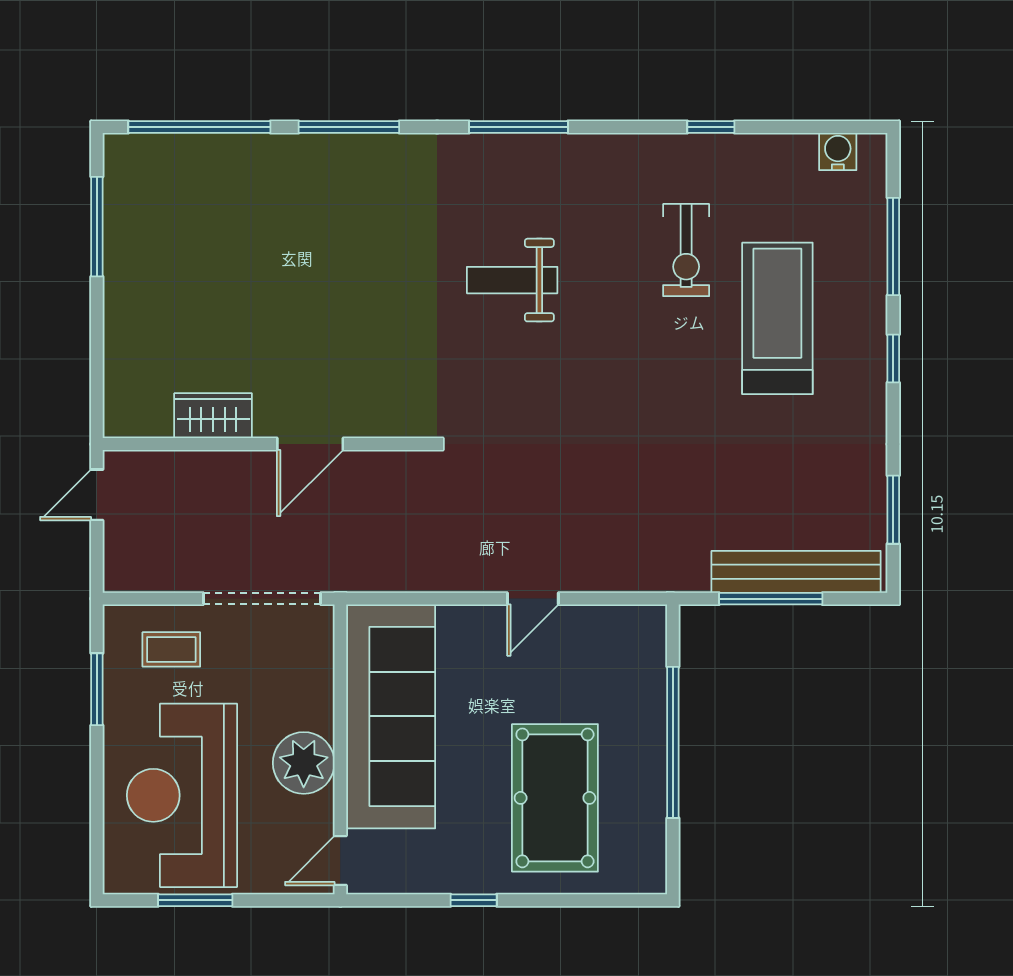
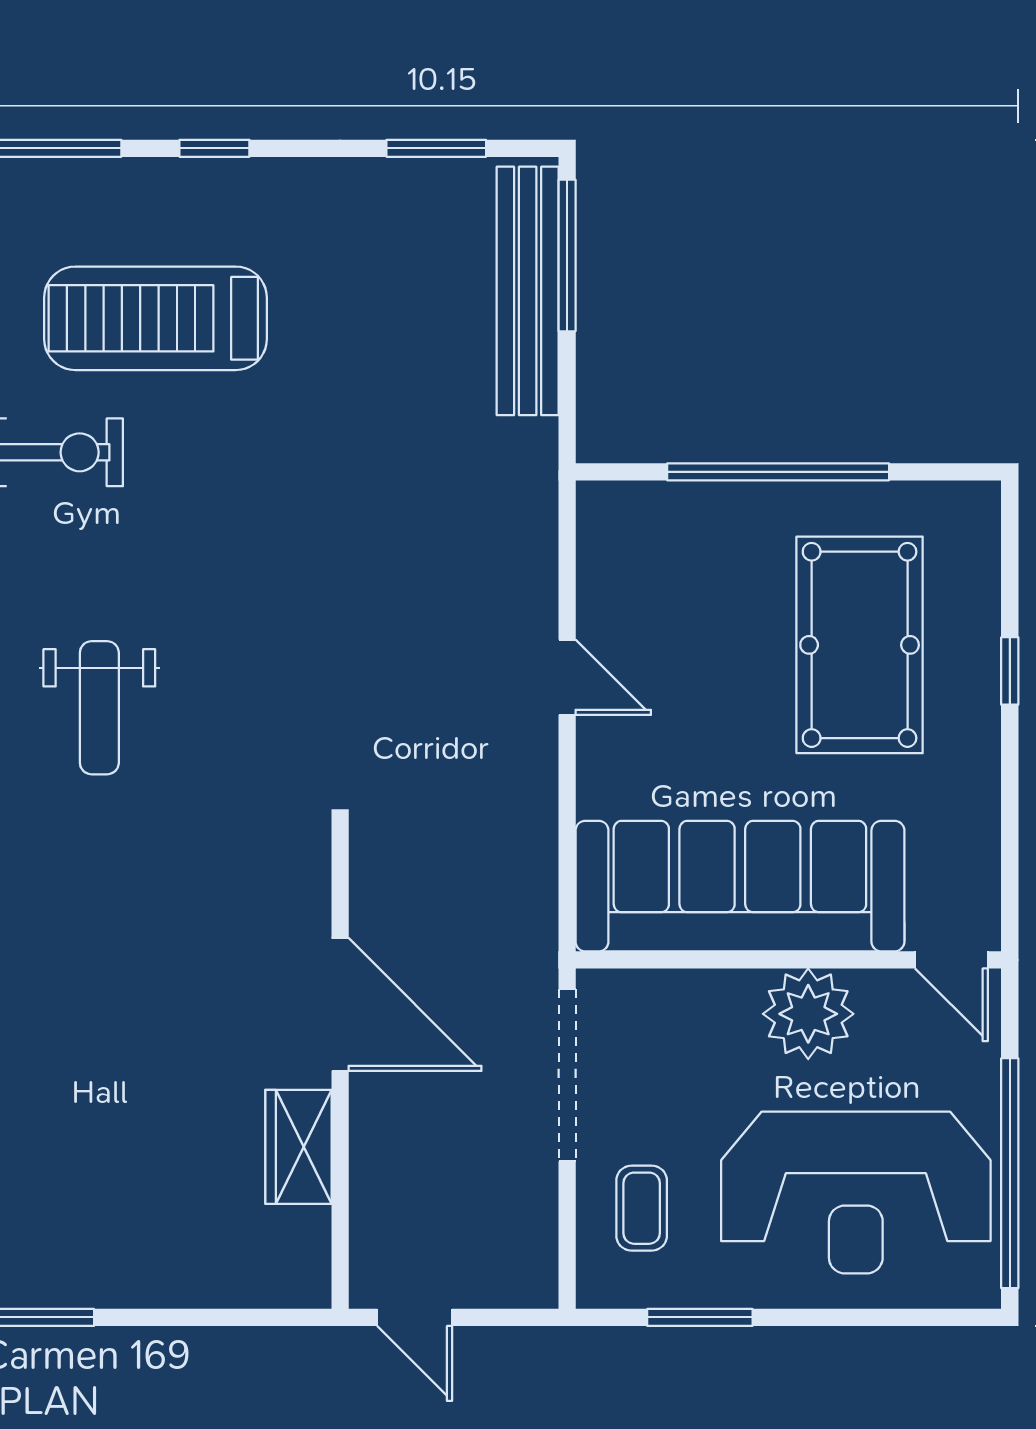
door: (310, 444) -> (340, 1004), width x1.36
window: (771, 599) -> (567, 255), moved
pool table: (555, 798) -> (860, 645), turned 90
window: (195, 900) -> (1010, 1173), width x2.11
window: (474, 900) -> (1010, 671), moved

